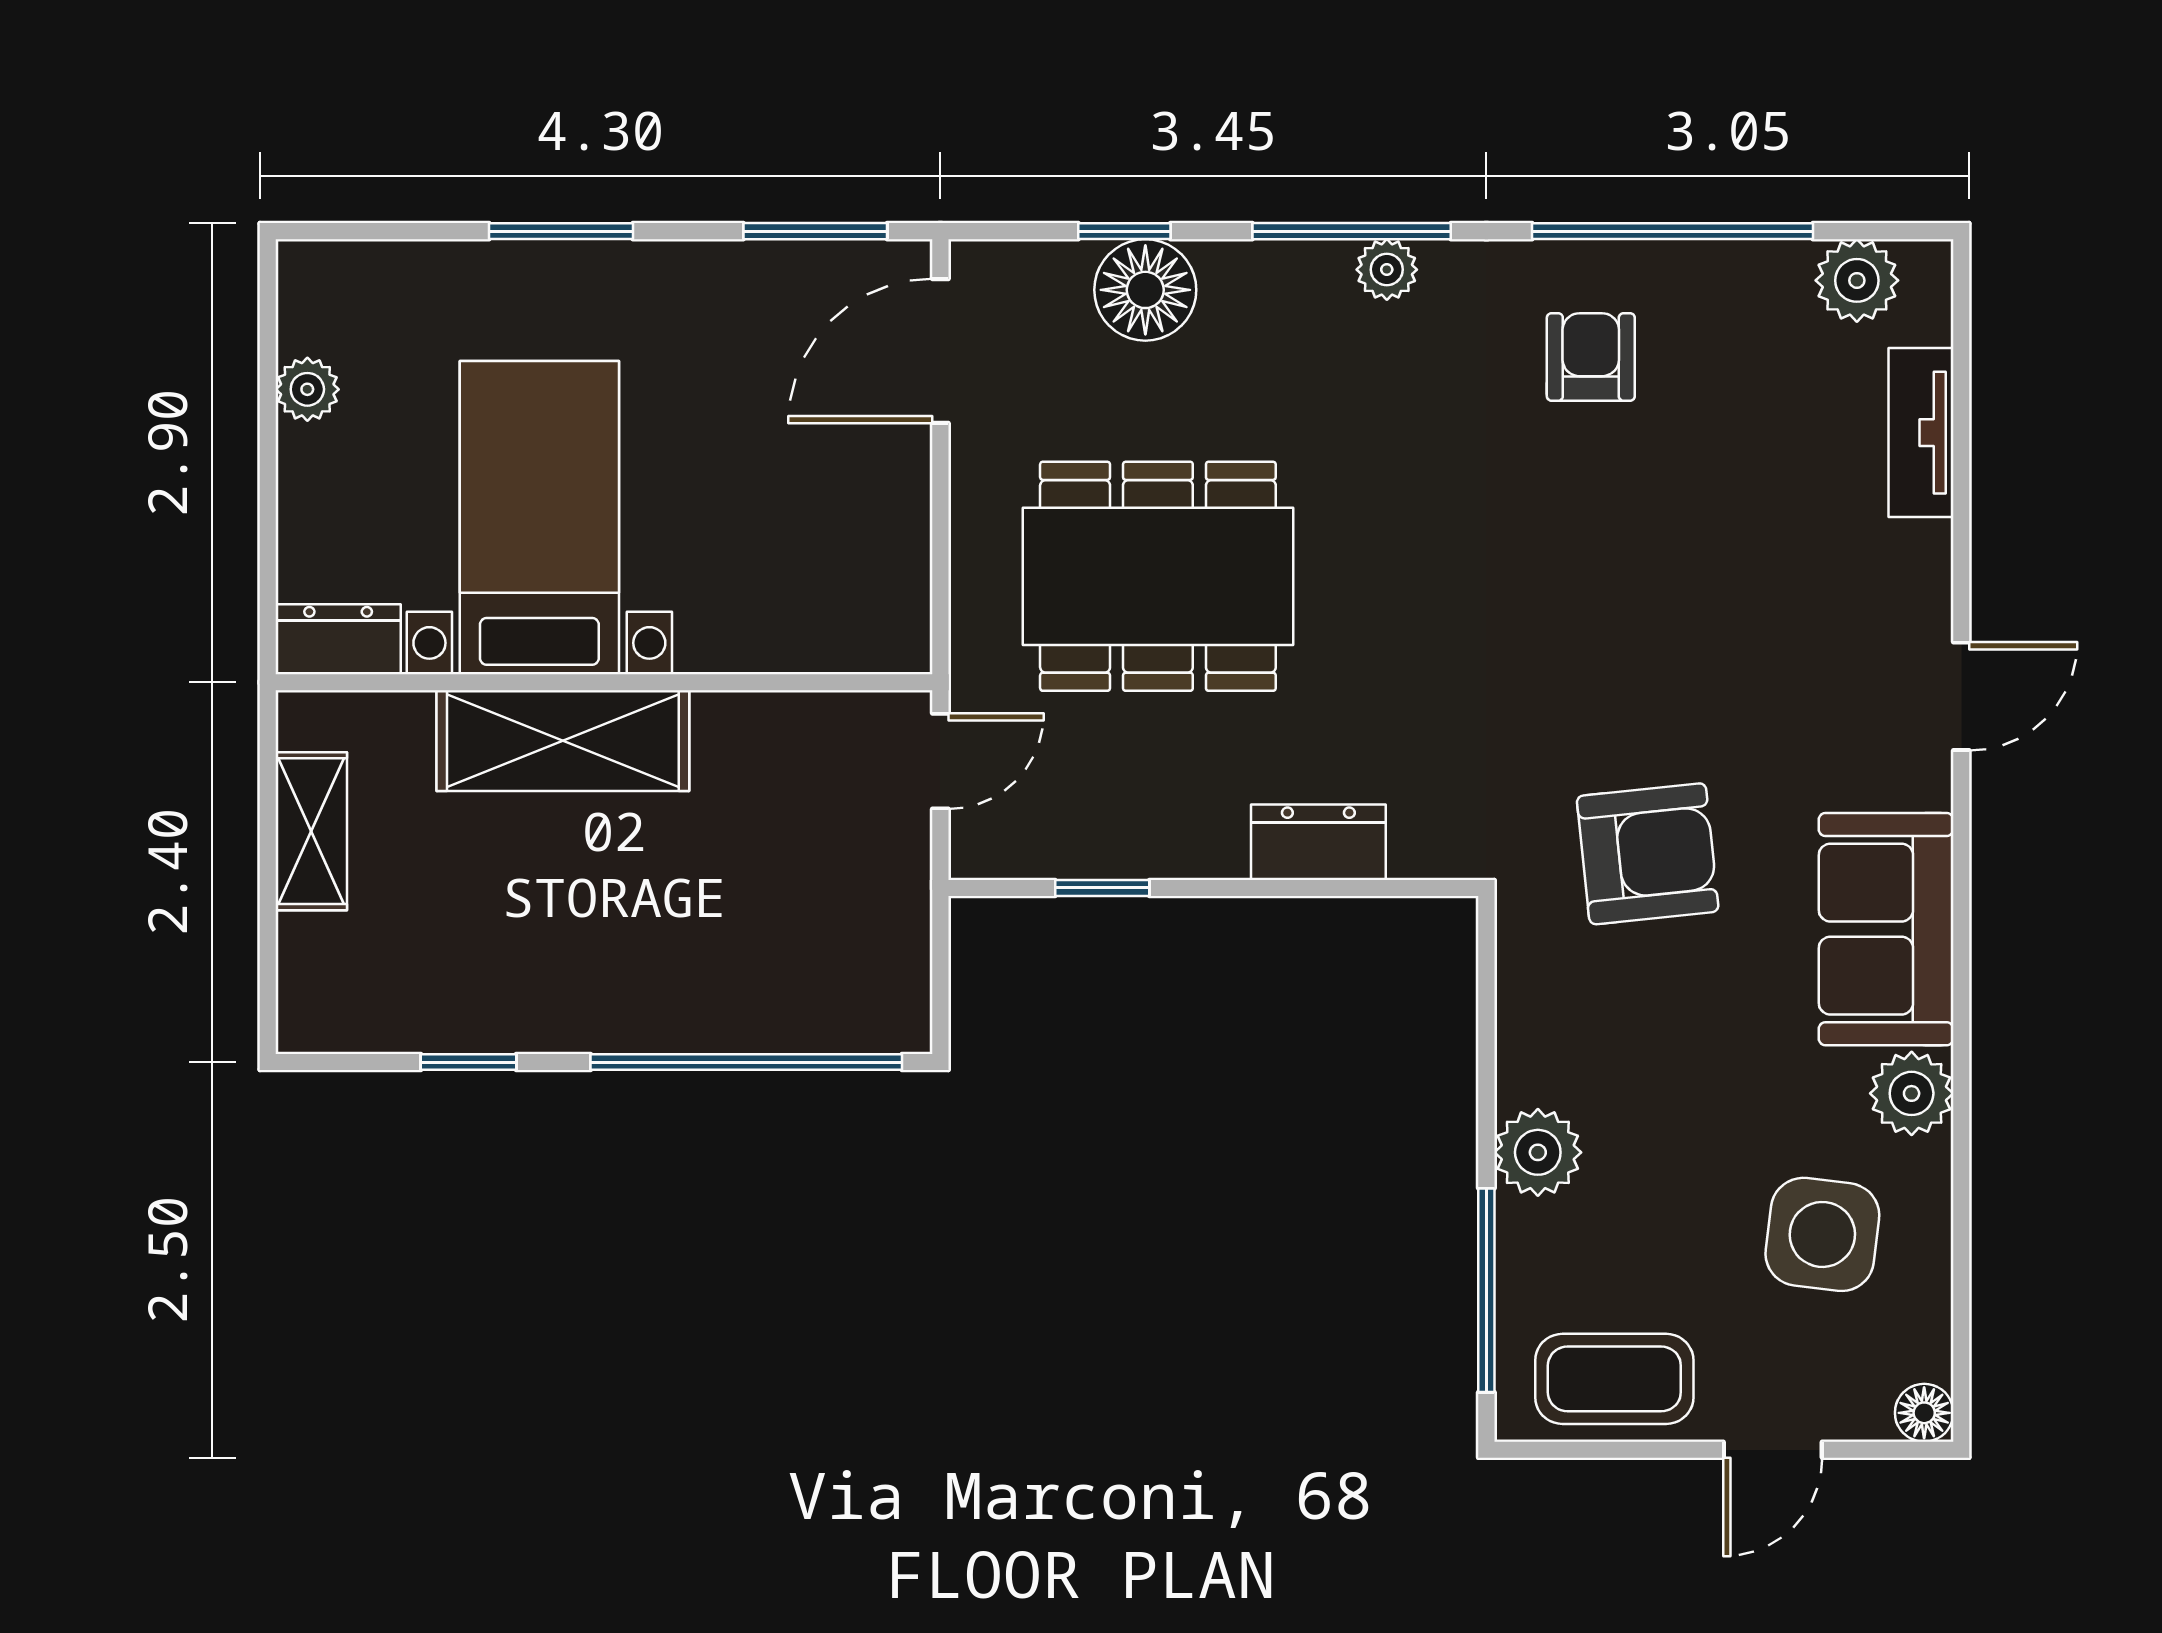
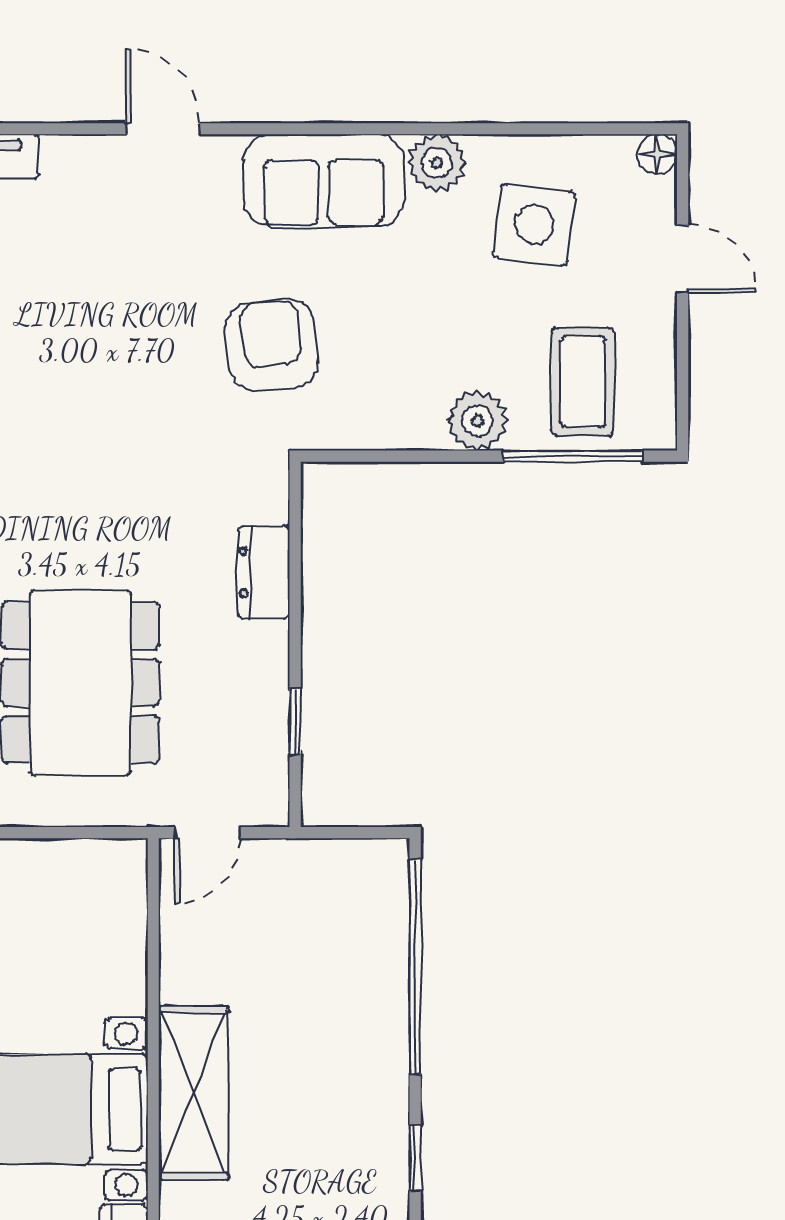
door: (940, 761) -> (208, 833), swing flipped
coffee table: (1614, 1379) -> (583, 382), moved

